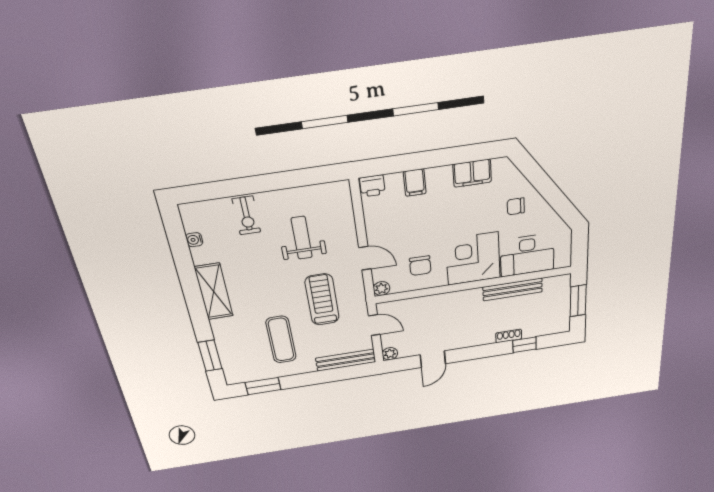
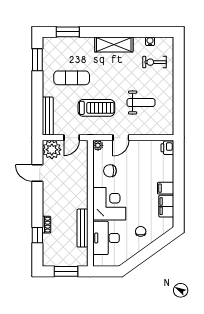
filing cabinet: (415, 183) -> (166, 188), moved
exercise bike: (247, 215) -> (154, 62), moved
plant: (390, 354) -> (52, 150), width x1.88, depth x1.88

